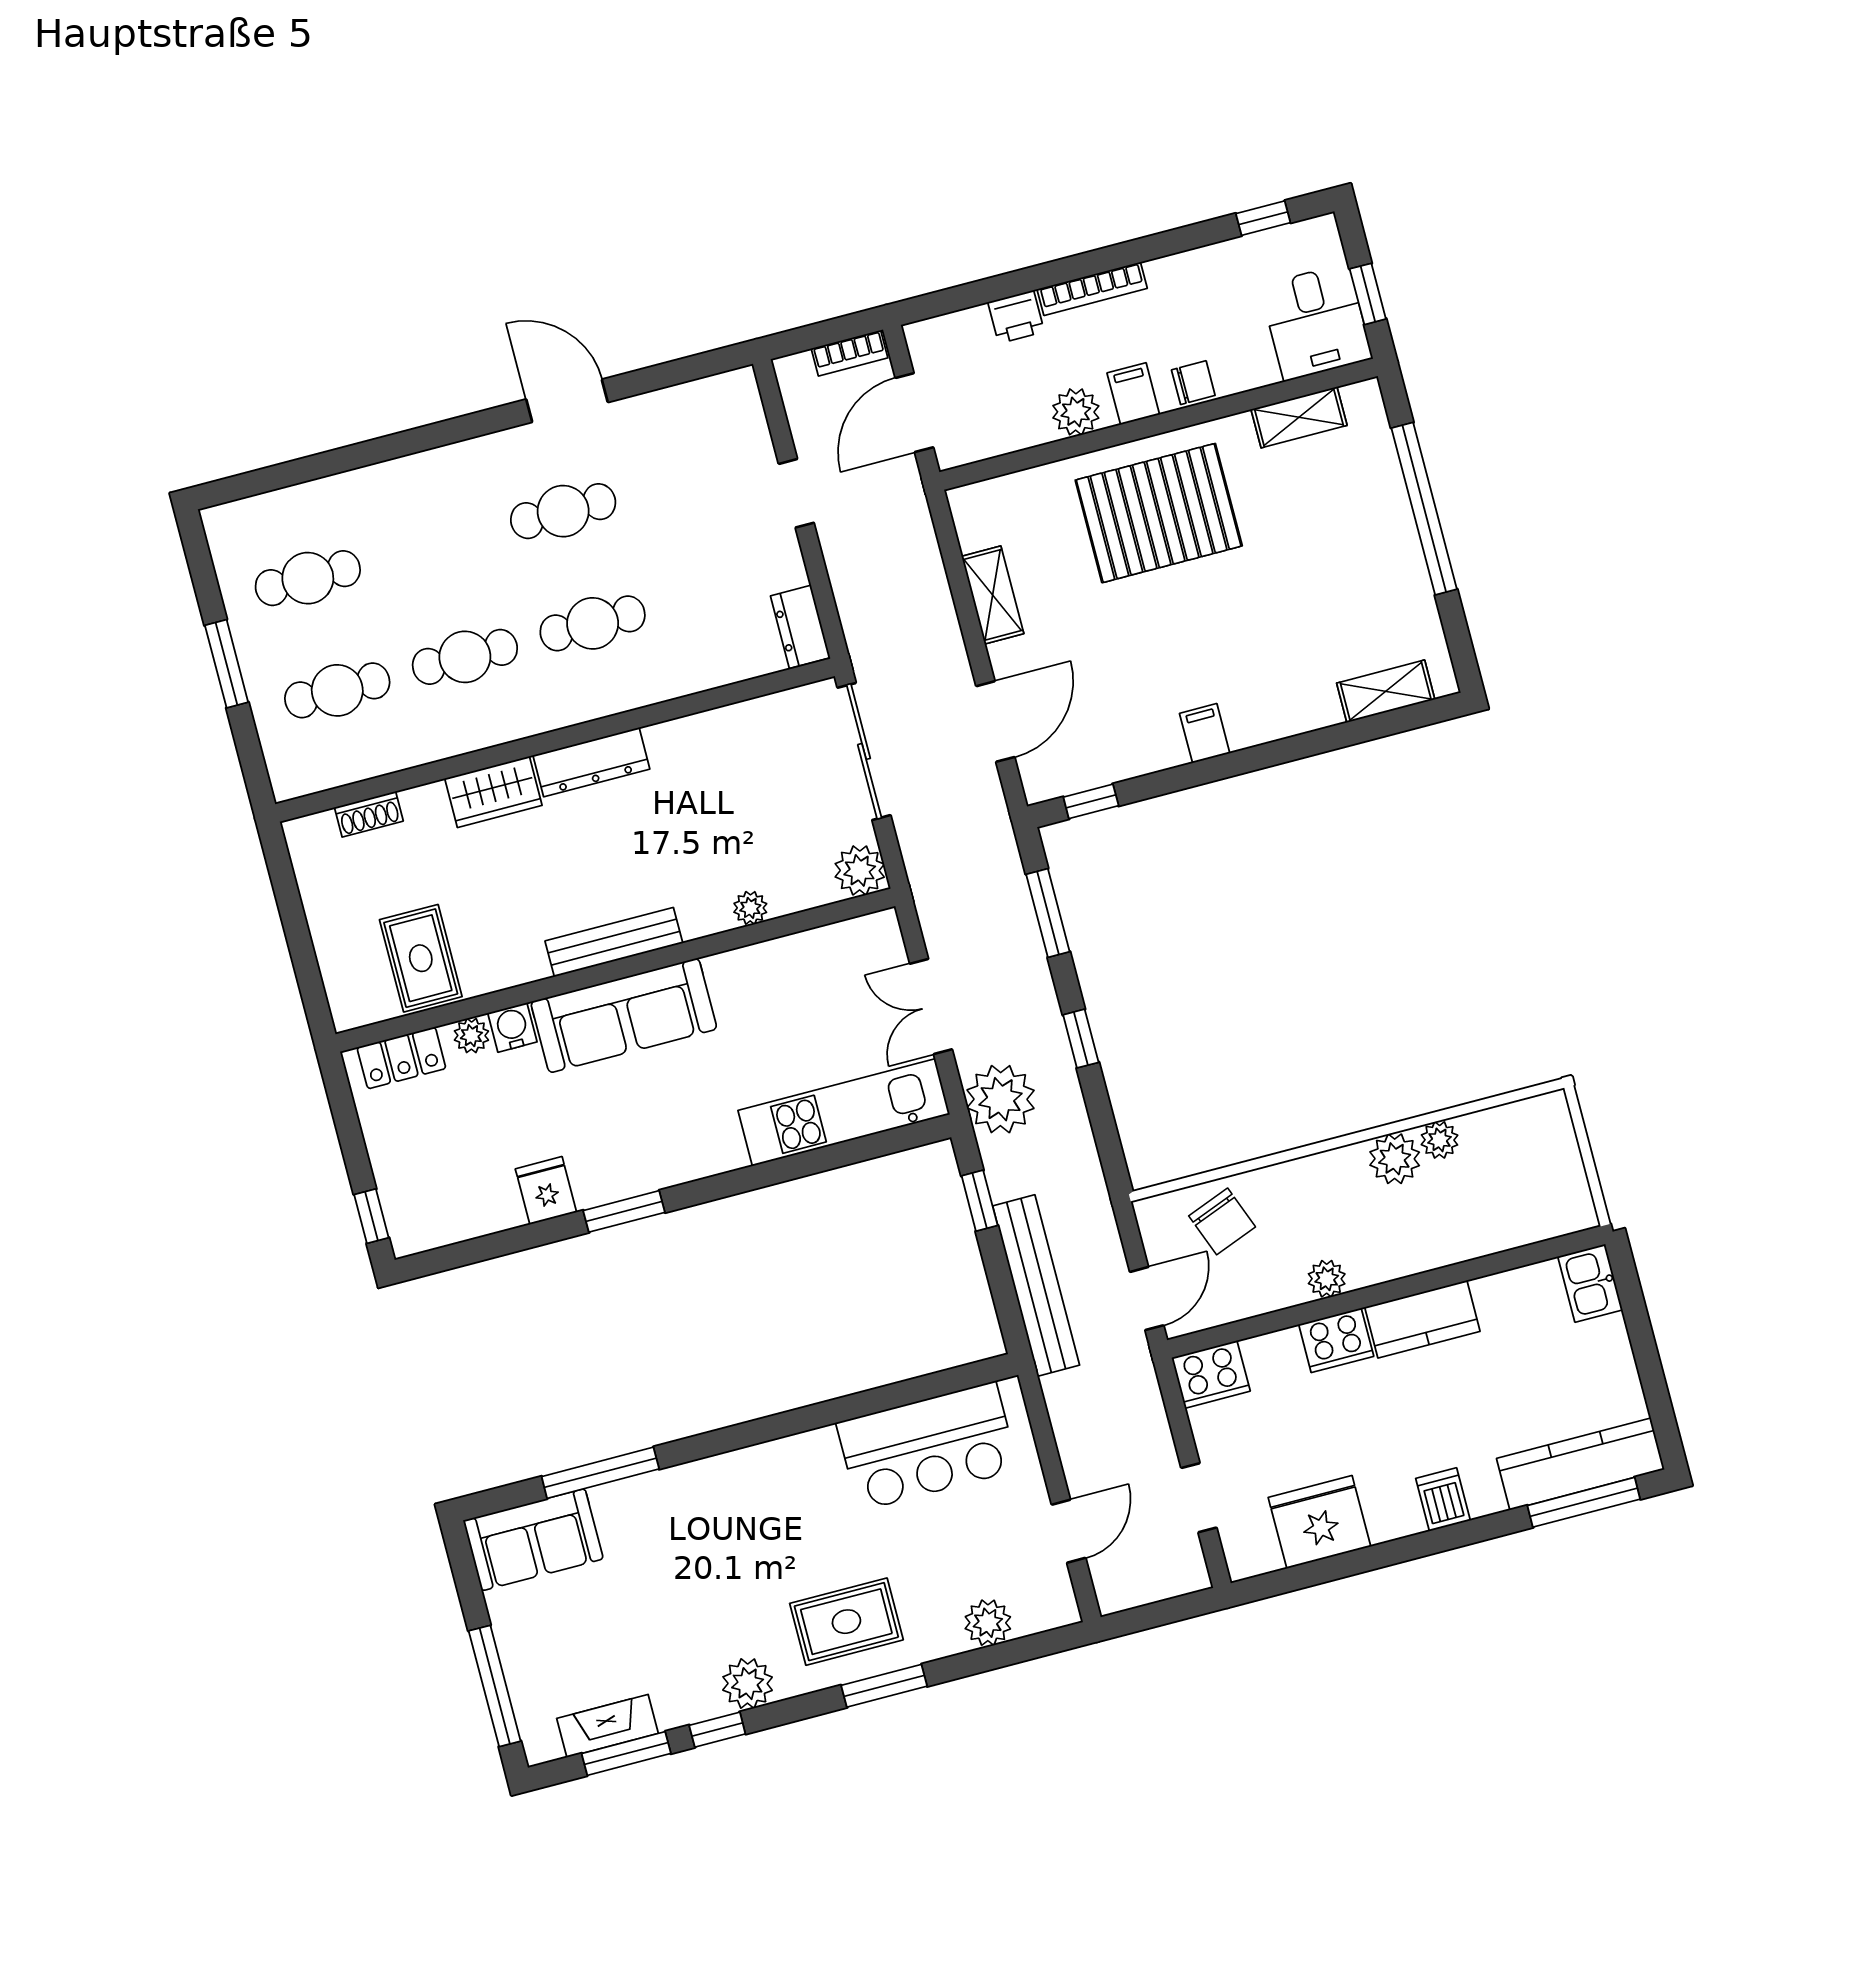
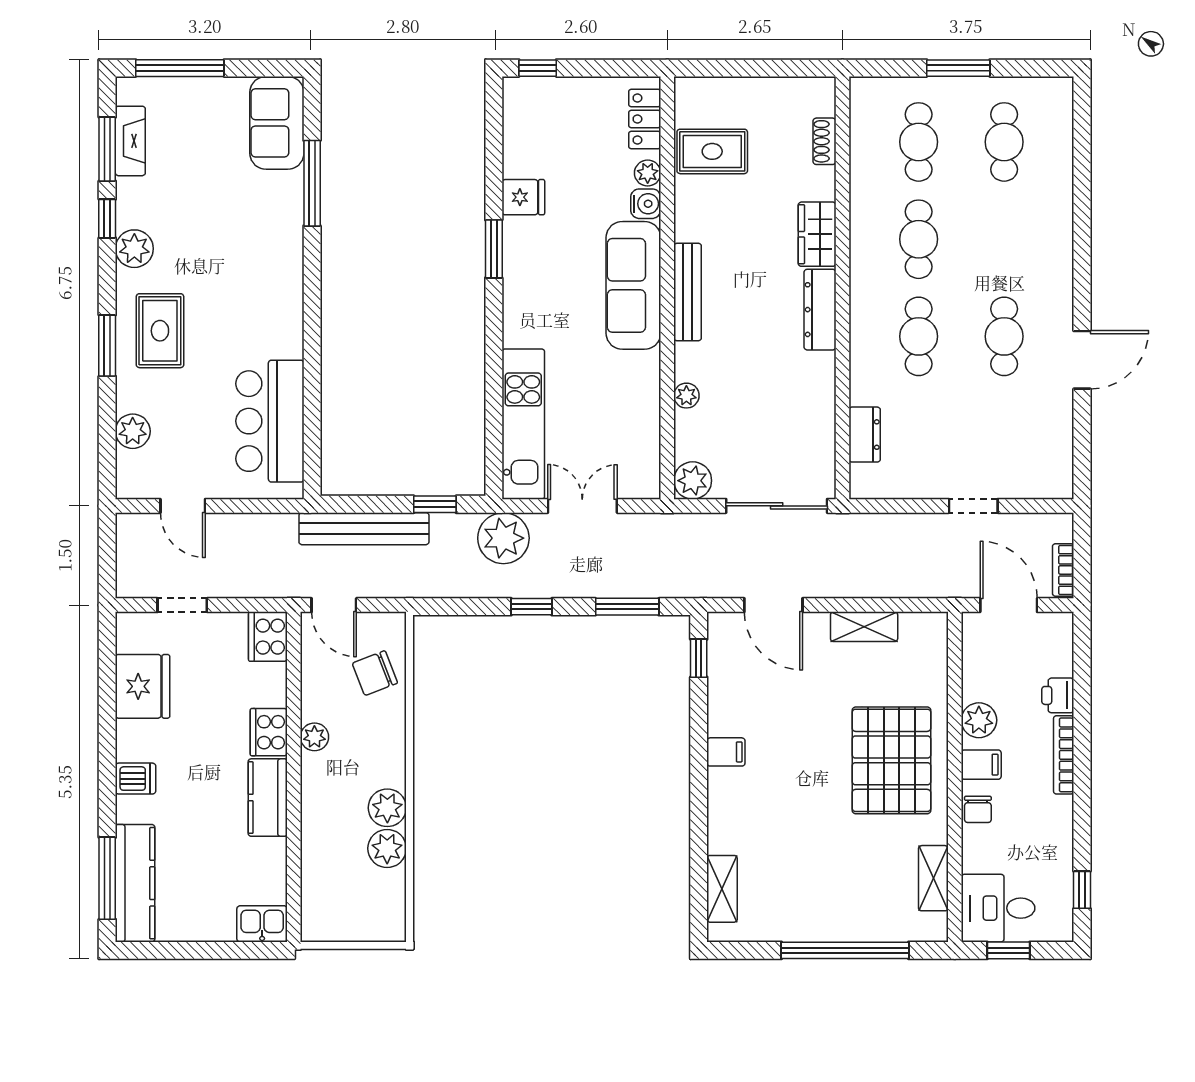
dresser: (800, 627) -> (865, 435), moved, turned 90
plant: (1440, 1140) -> (387, 848), width x1.38, depth x1.38

